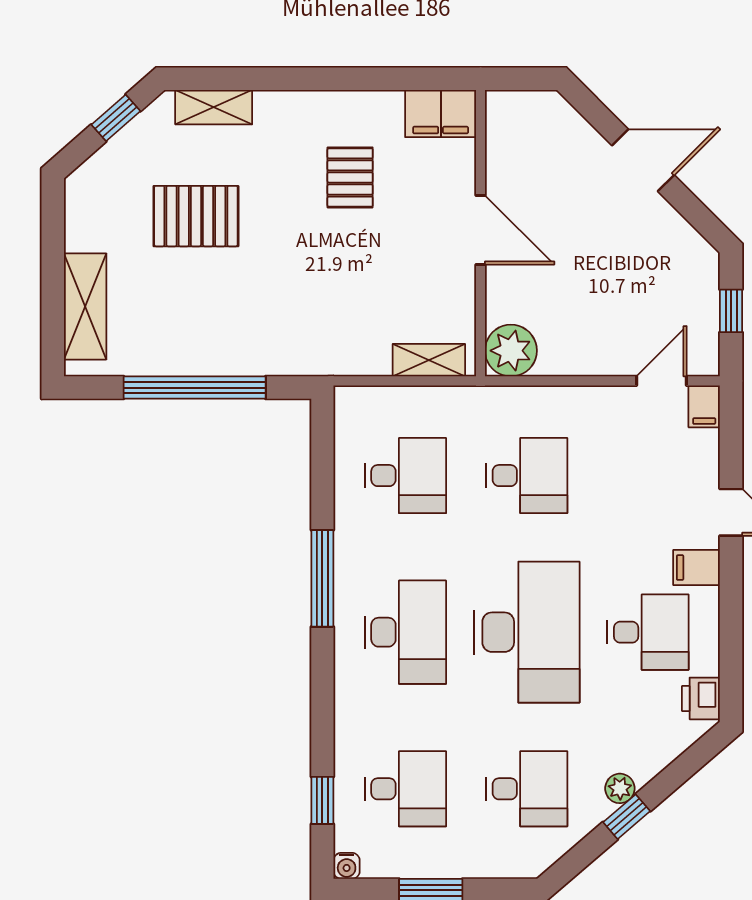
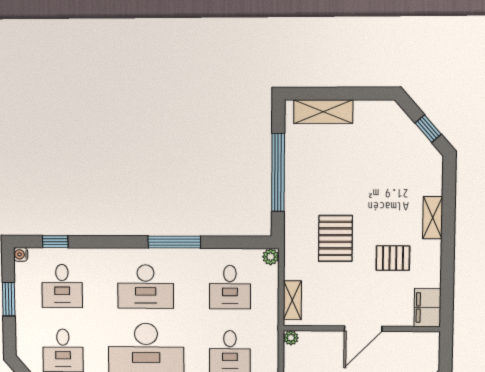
shelving: (214, 107) -> (433, 218), moved
pallet: (196, 216) -> (335, 238), moved
plant: (511, 351) -> (291, 338), width x0.53, depth x0.53
plant: (349, 401) -> (271, 257), added

